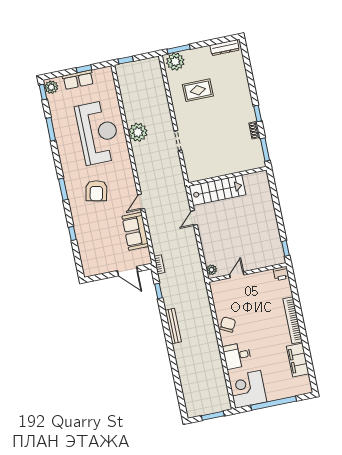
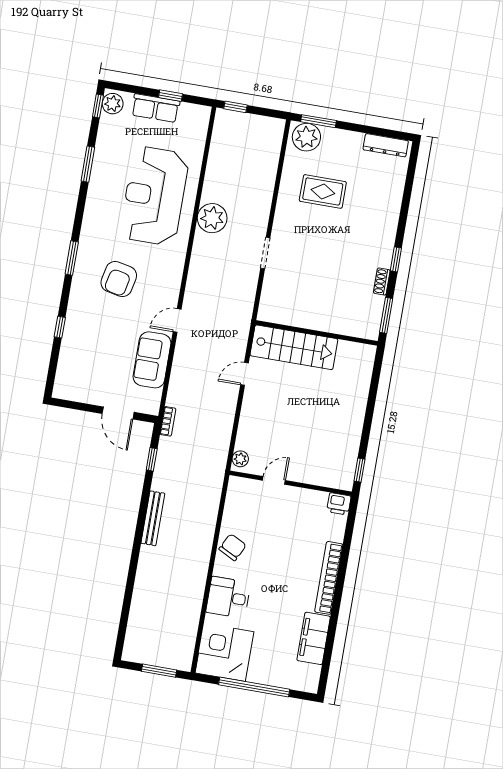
reception desk: (98, 133) -> (154, 196), turned 180

